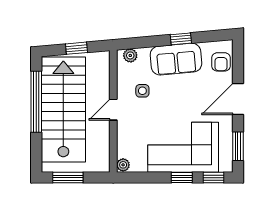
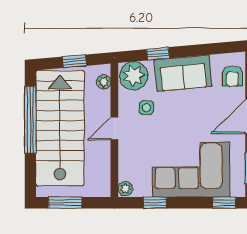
window: (181, 39) -> (158, 54), moved
plant: (130, 55) -> (134, 76), width x1.87, depth x1.87
plant: (103, 67) -> (104, 82), added
window: (182, 178) -> (155, 203), moved

